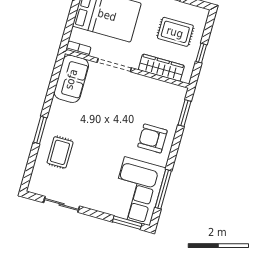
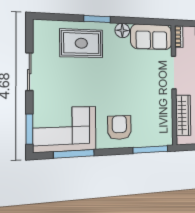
floor lamp: (57, 108) -> (122, 30), added
window: (184, 113) -> (150, 149), width x1.44
rug: (60, 152) -> (81, 43), width x1.36, depth x1.43
sliding door: (62, 204) -> (29, 72), moved

